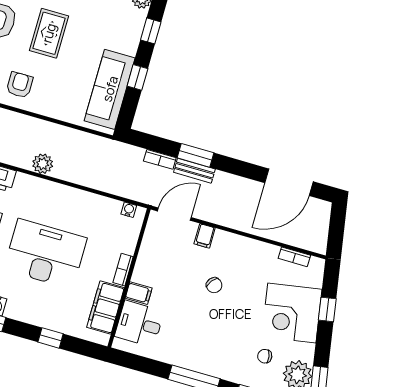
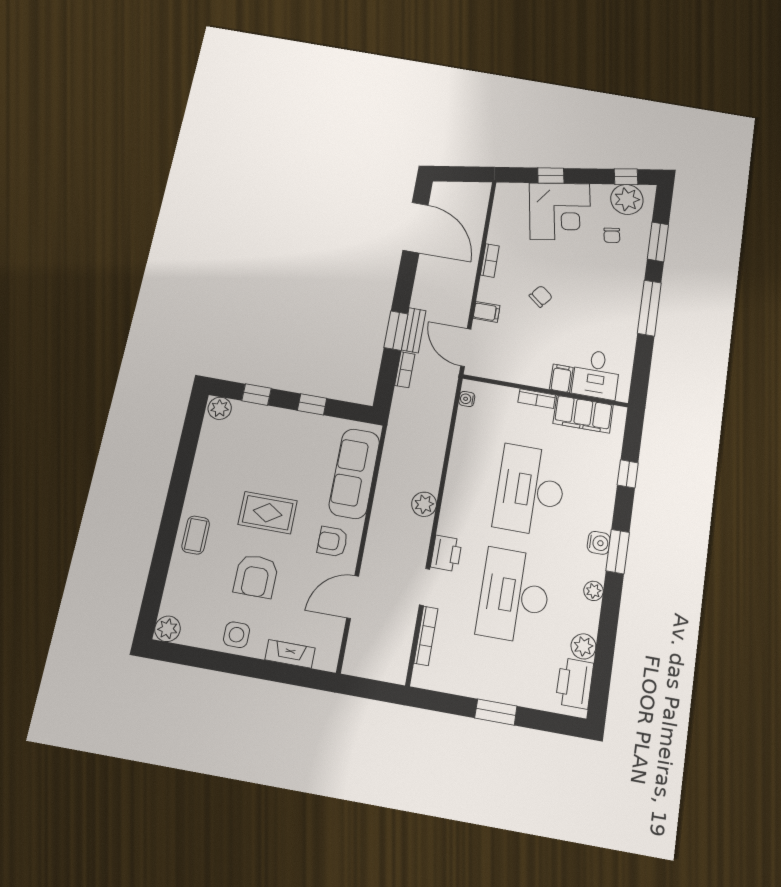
sofa: (110, 89) -> (354, 474), moved, turned 90
bookcase: (294, 257) -> (490, 261), moved

